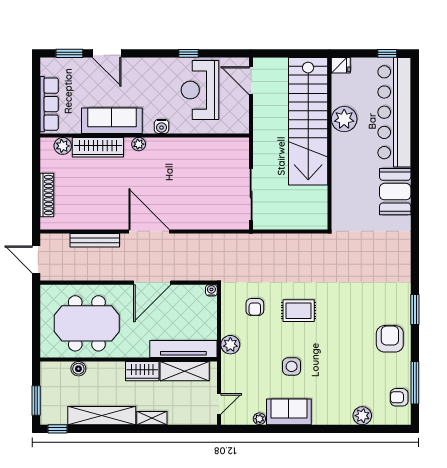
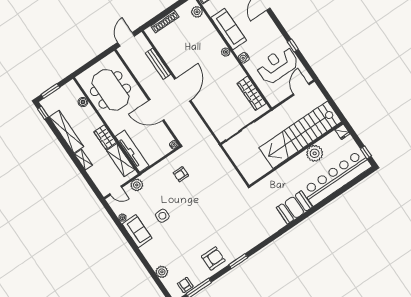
wardrobe: (98, 147) -> (252, 93), moved
rug: (299, 311) -> (195, 199), removed
plant: (230, 345) -> (137, 185), moved

